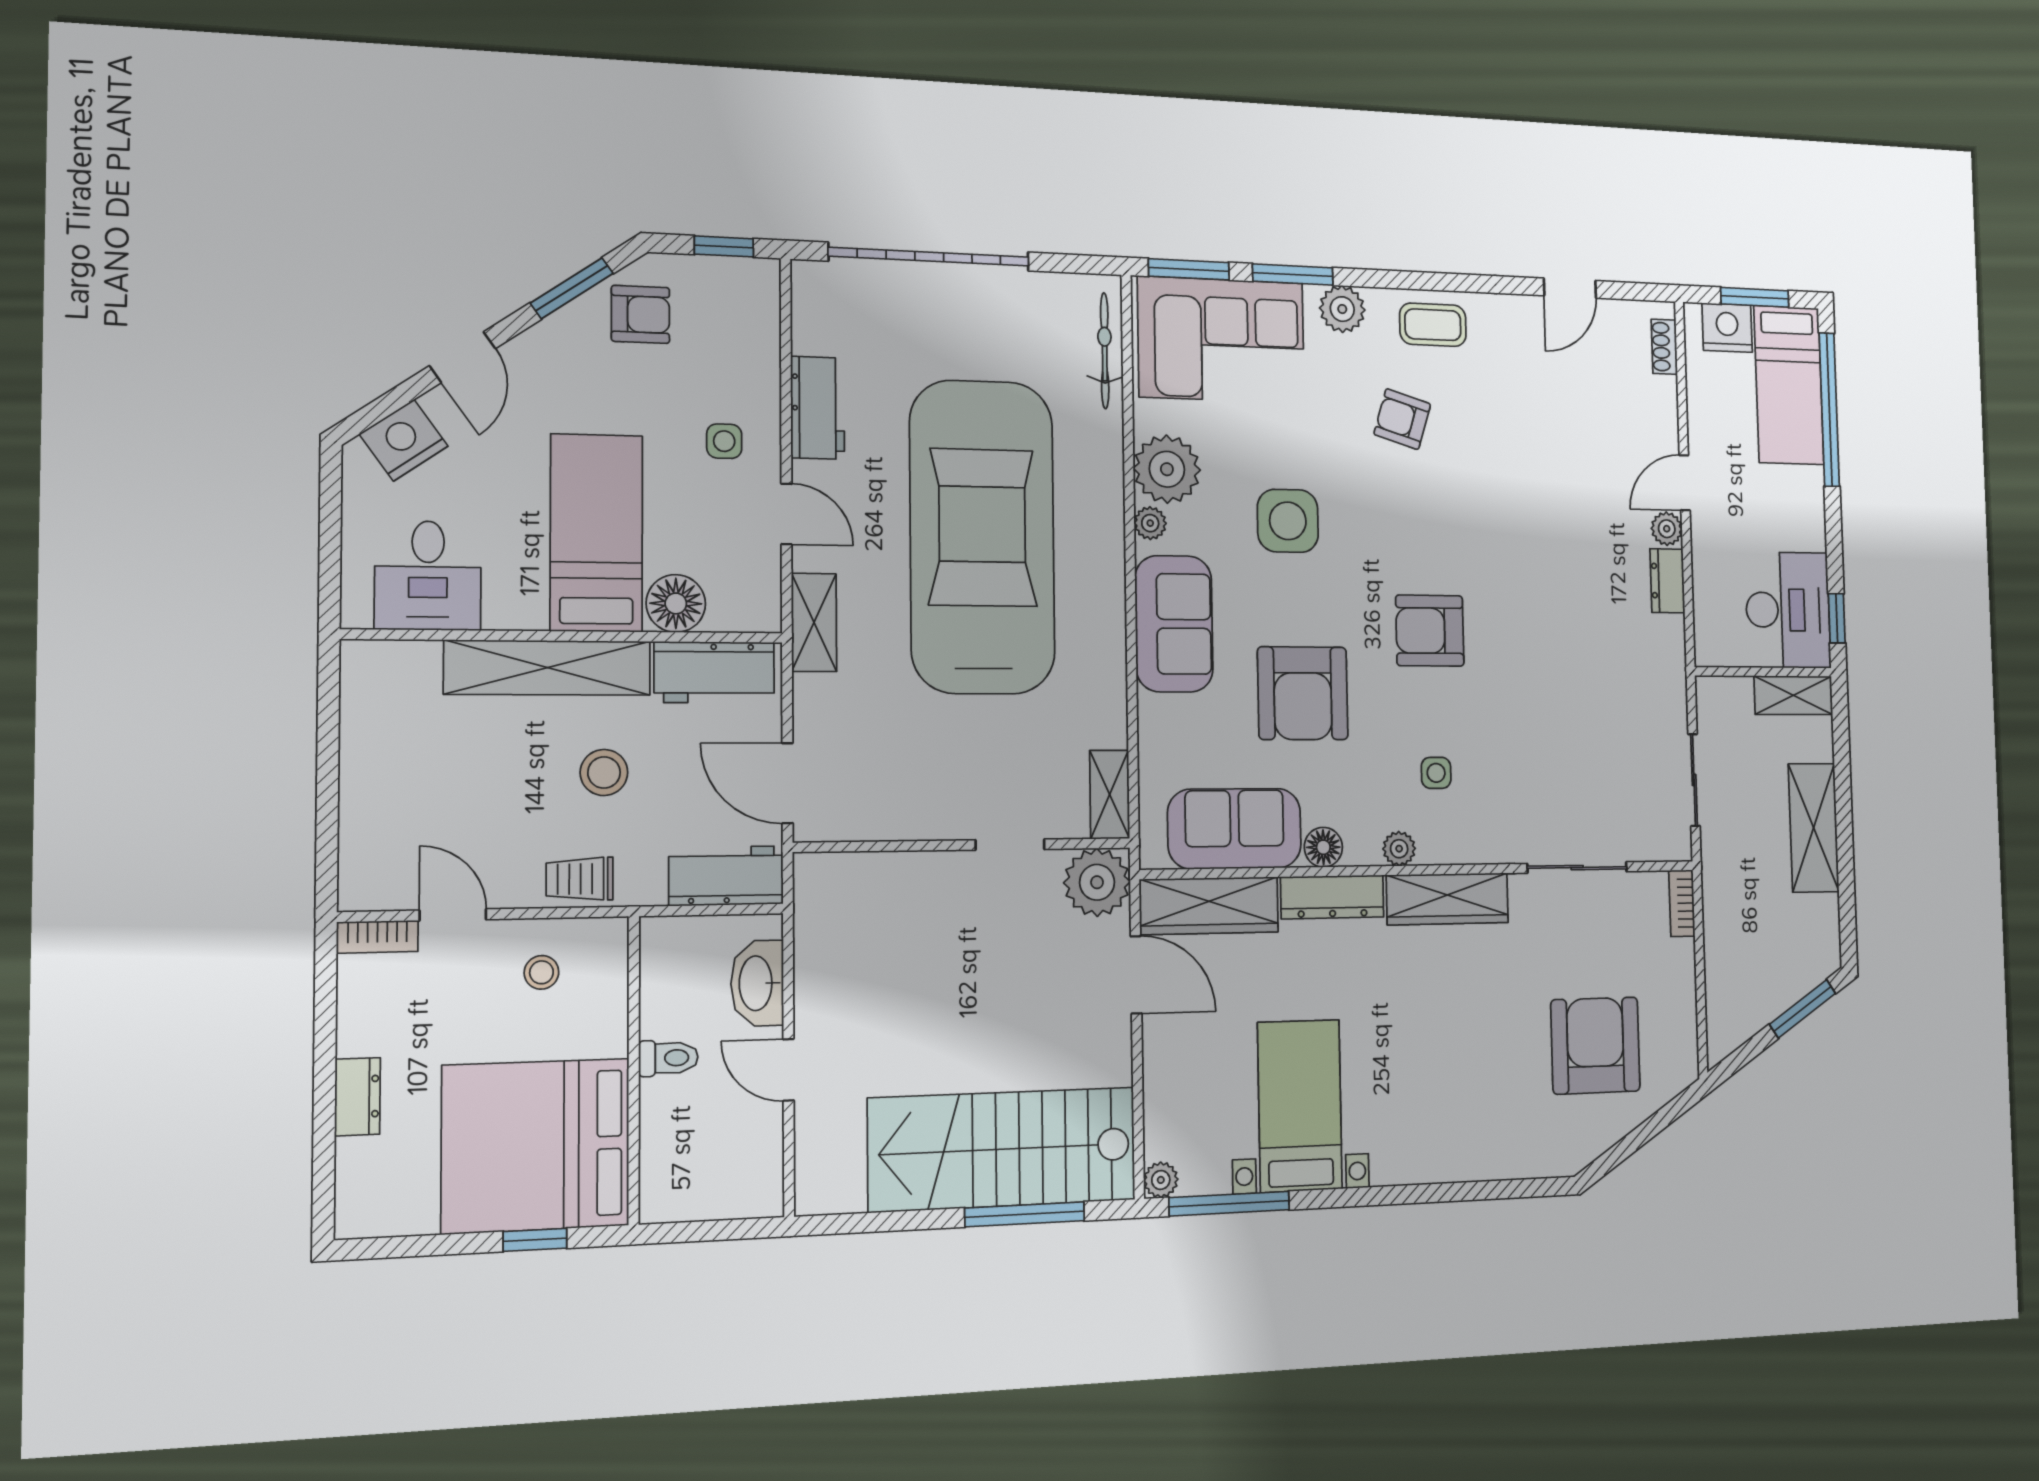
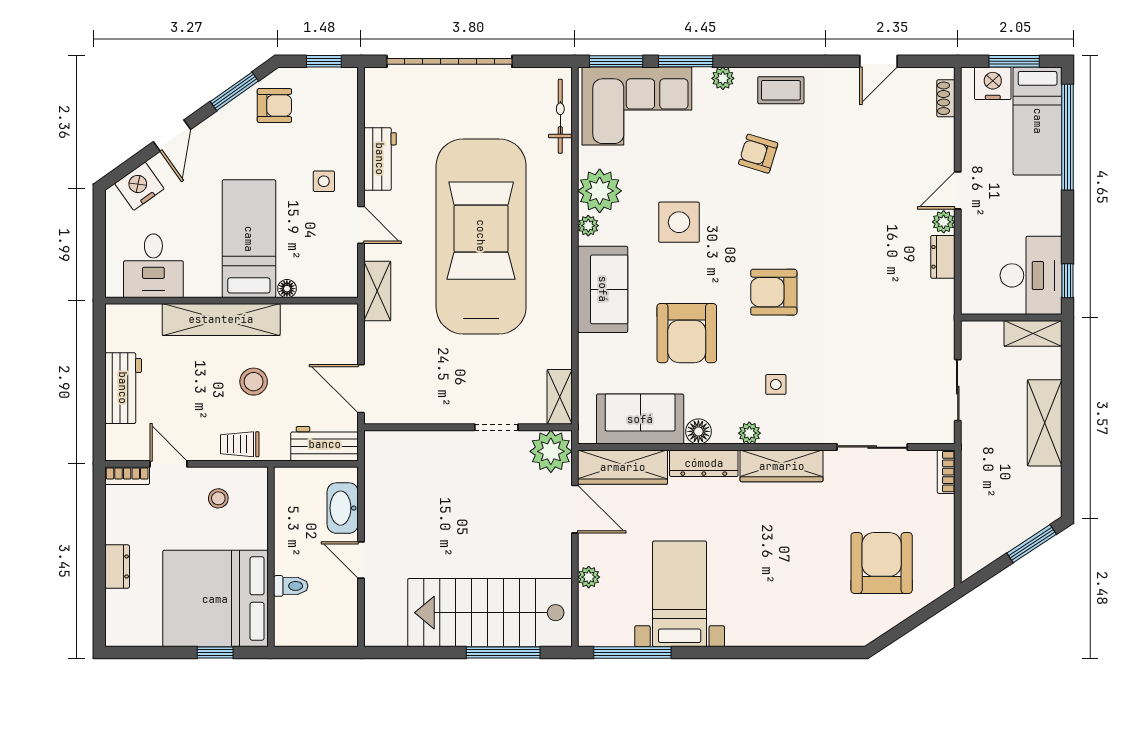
plant: (1342, 309) -> (723, 78), width x0.73, depth x0.73
floor lamp: (676, 603) -> (287, 289), width x0.53, depth x0.53
workbench: (714, 672) -> (123, 388), moved, turned -90
toilet: (668, 1058) -> (291, 586), moved
plant: (1161, 1180) -> (589, 577), moved

